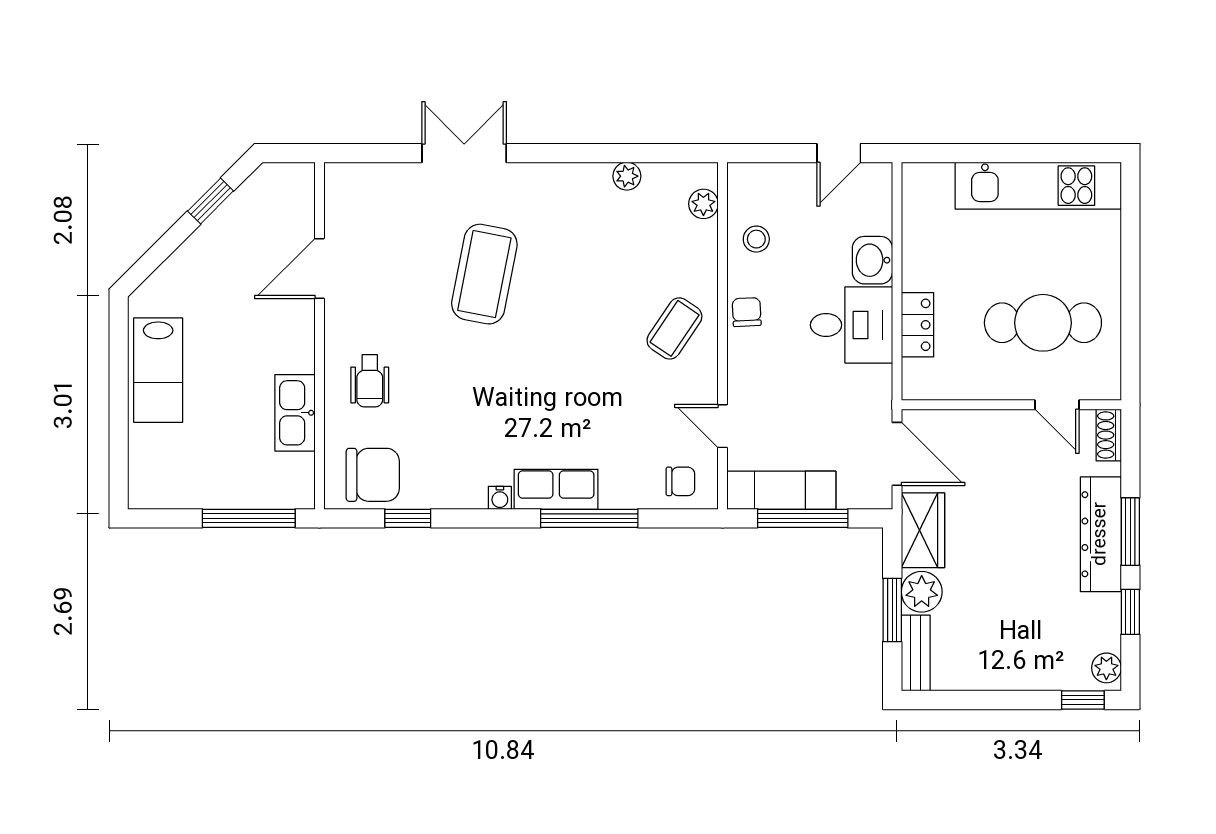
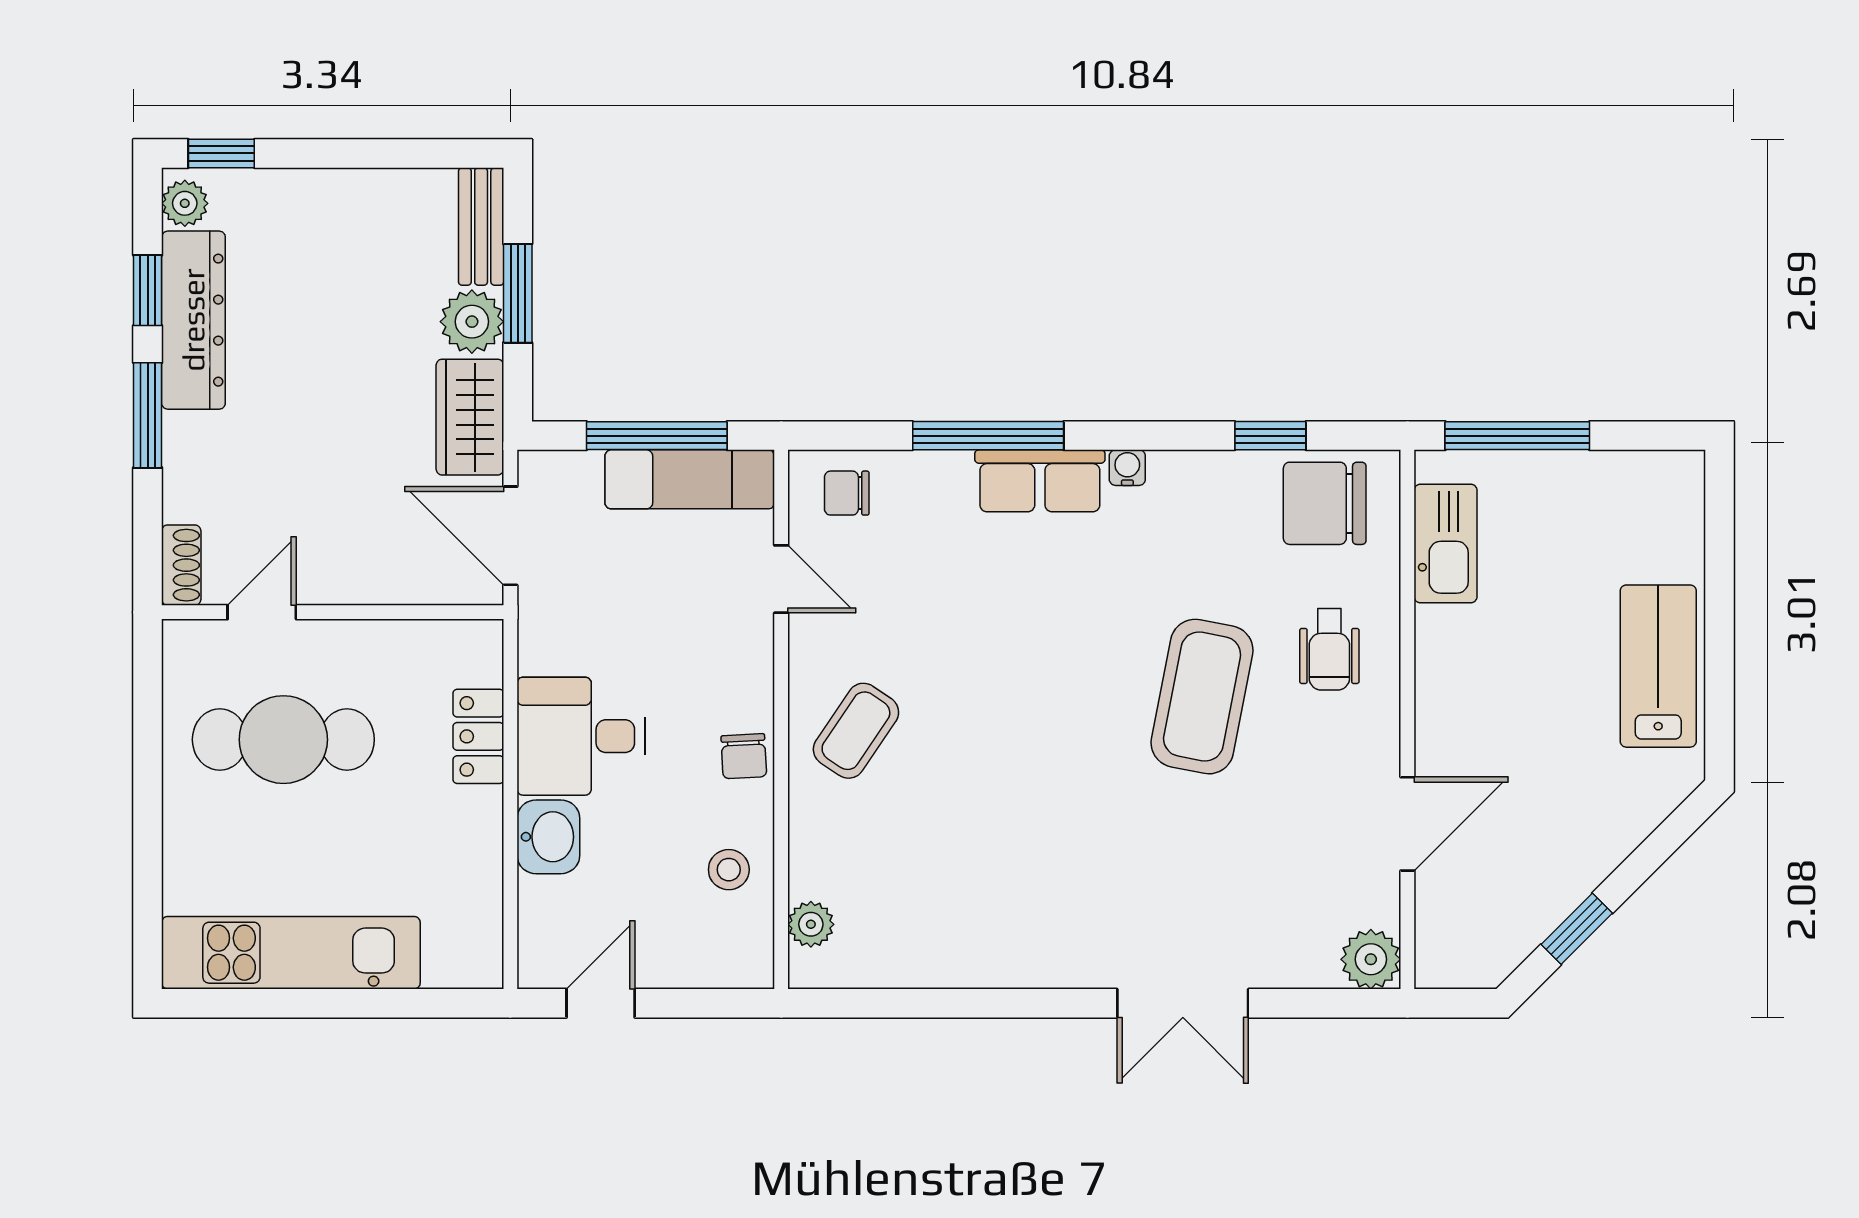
plant: (627, 176) -> (1371, 959), moved, width x1.38, depth x1.38
coffee table: (484, 274) -> (1202, 697), moved
wheelchair: (370, 381) -> (1329, 649), turned 180
door: (1057, 405) -> (262, 612), hinge flipped
kitchen sink: (295, 413) -> (1446, 543), moved
dresser: (1101, 534) -> (193, 320), moved

